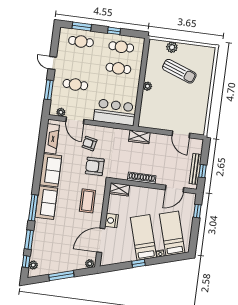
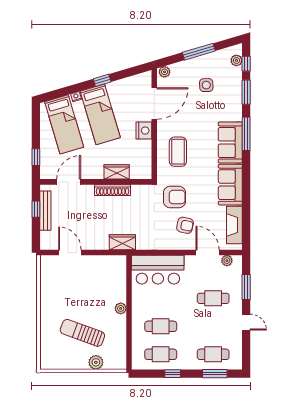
wardrobe: (119, 189) -> (117, 172), moved
side table: (59, 249) -> (206, 85), added

